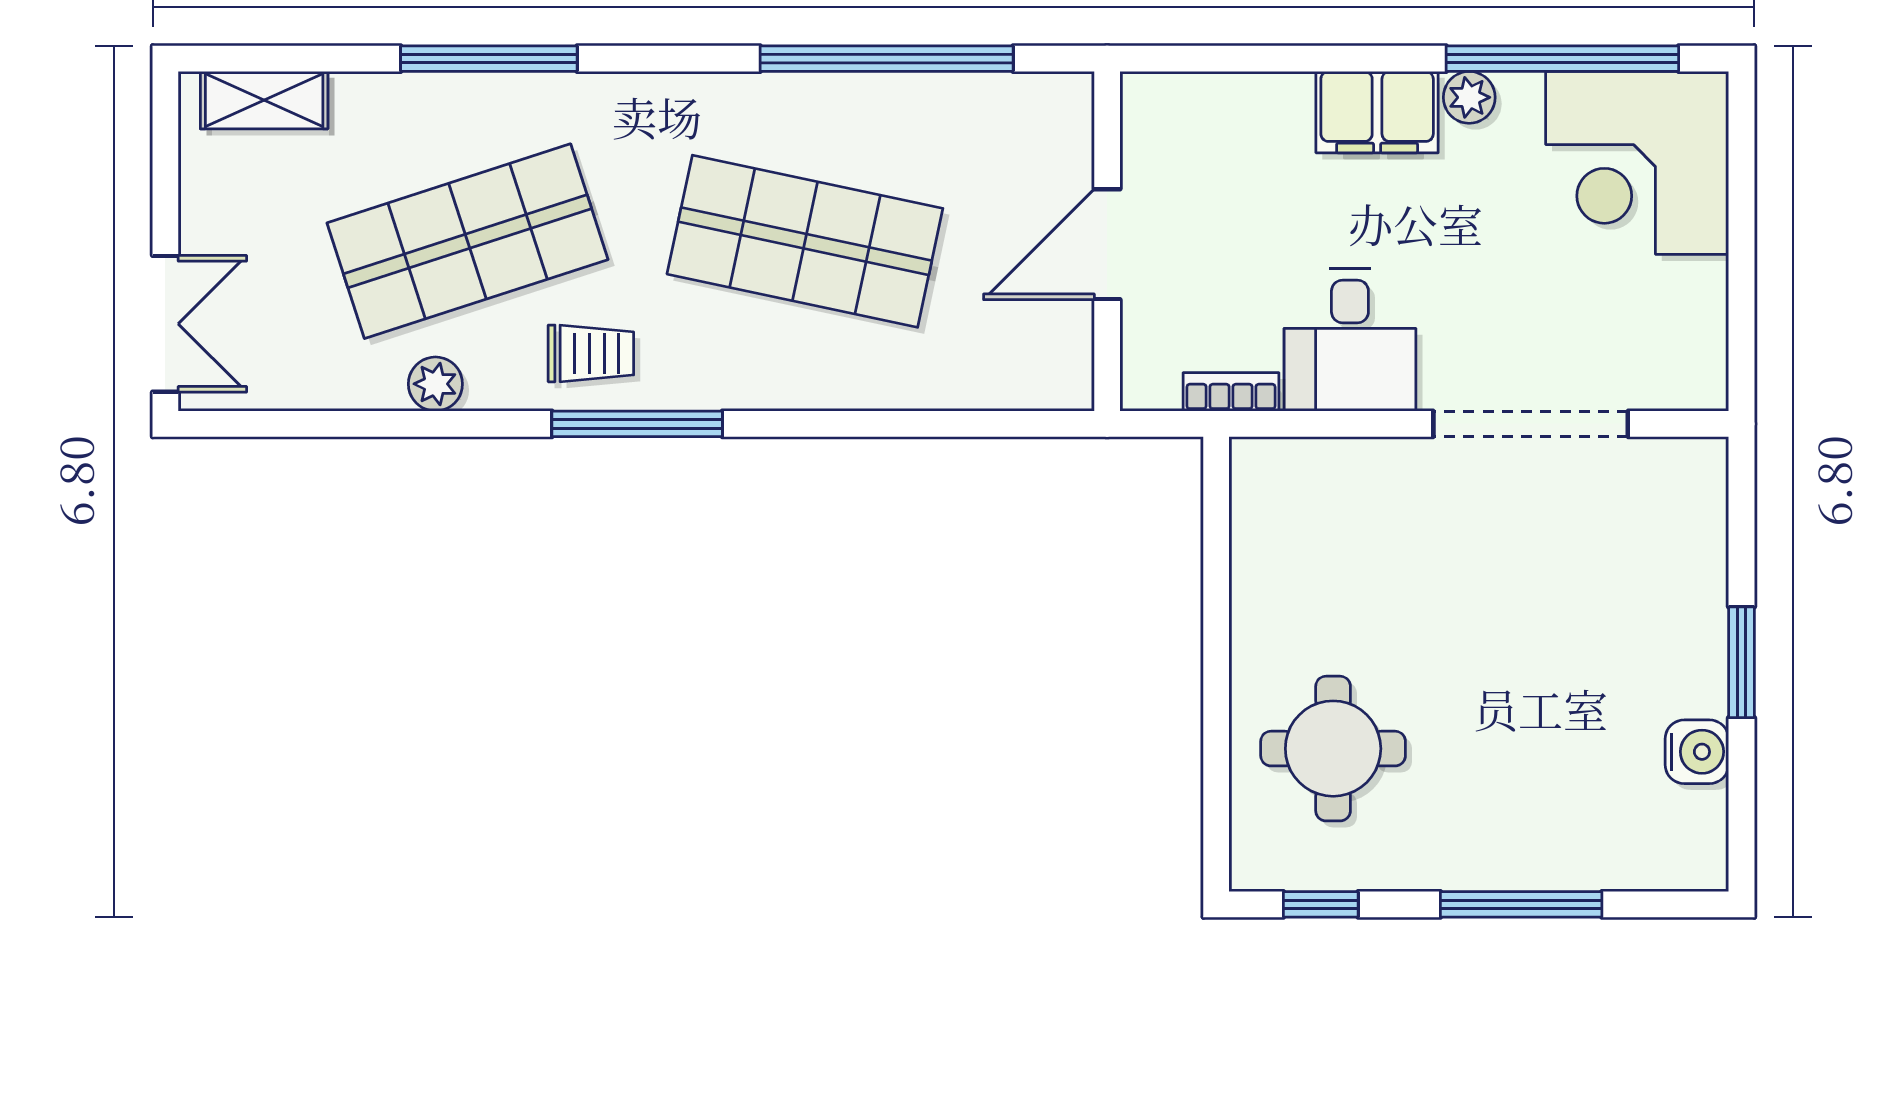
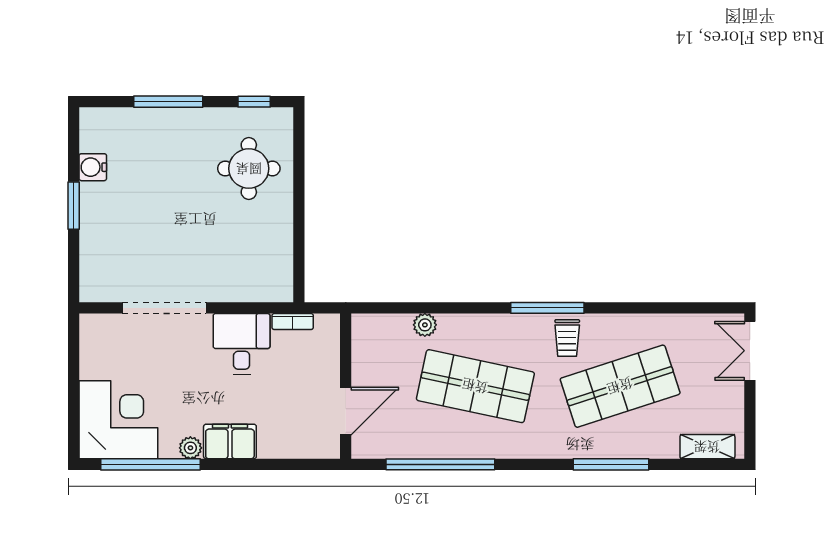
door: (1107, 244) -> (346, 411), moved
trolley: (591, 353) -> (567, 338), turned -90
plant: (435, 384) -> (425, 325), moved

